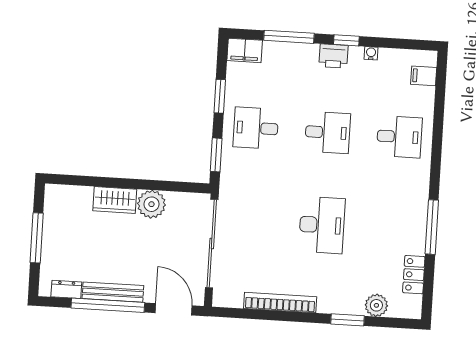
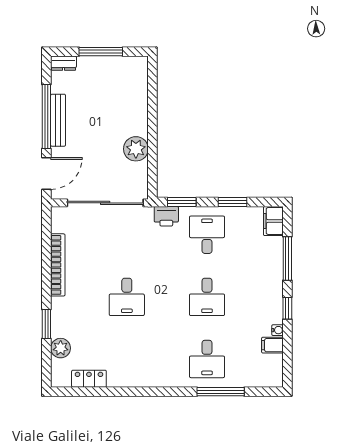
printer: (333, 56) -> (166, 216), moved, turned -90
filing cabinet: (424, 76) -> (272, 345), moved, turned -90
wardrobe: (115, 200) -> (138, 117), removed
desk: (322, 225) -> (127, 297), width x0.73
window: (432, 227) -> (221, 392), moved
dresser: (66, 289) -> (64, 63), moved, turned 90

